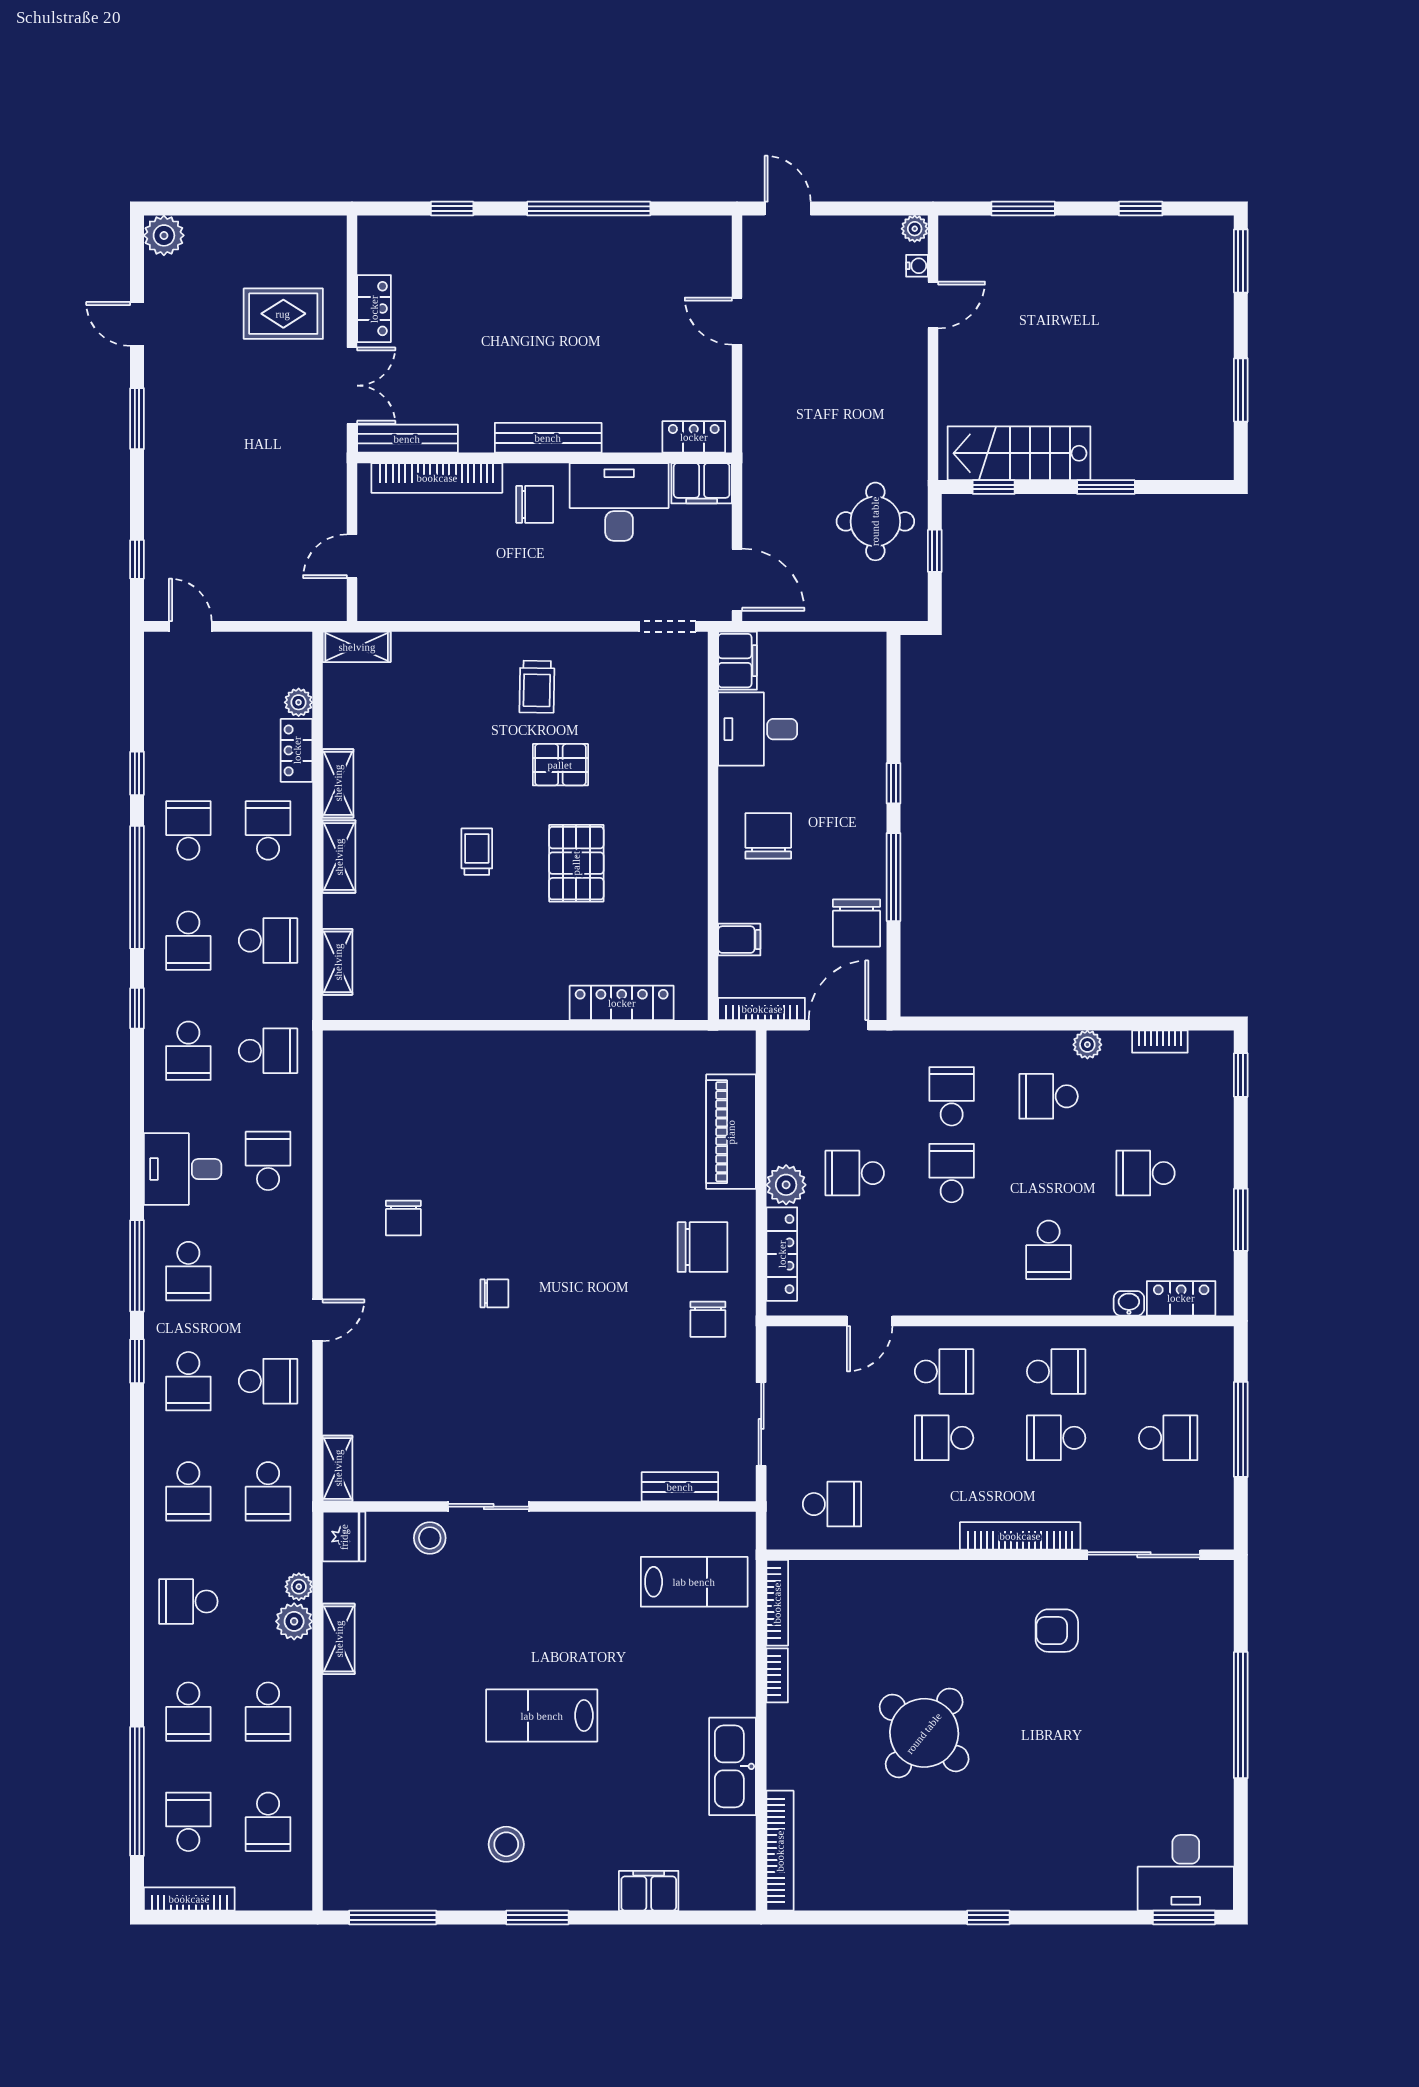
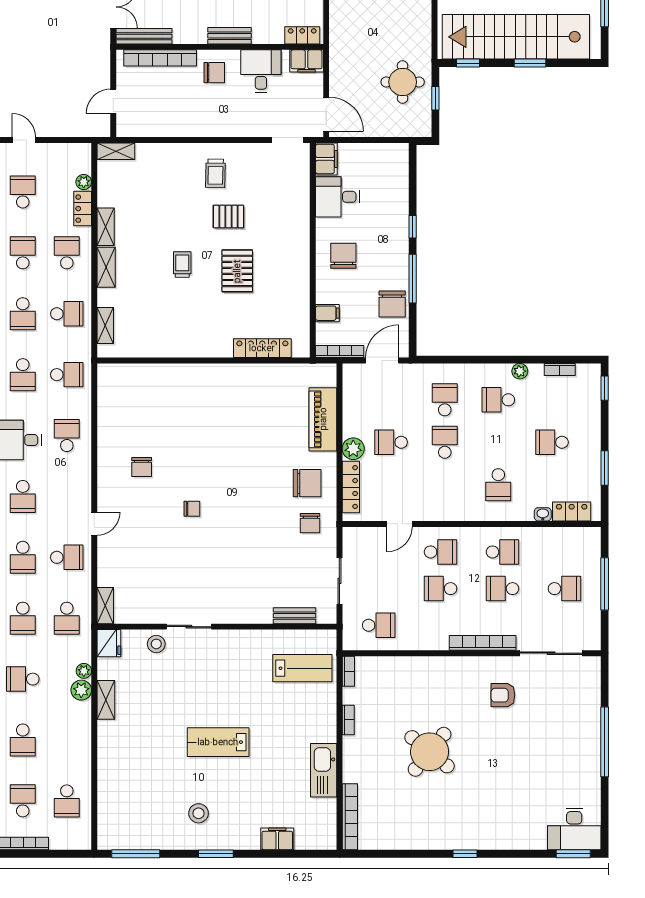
bench: (548, 438) -> (230, 36), width x0.73
stairs: (1019, 453) -> (516, 37), width x1.86, depth x1.51
desk: (619, 502) -> (261, 71), width x0.73
bookcase: (777, 1603) -> (348, 671), width x0.64
school desk: (268, 1712) -> (23, 192), moved, turned 180

